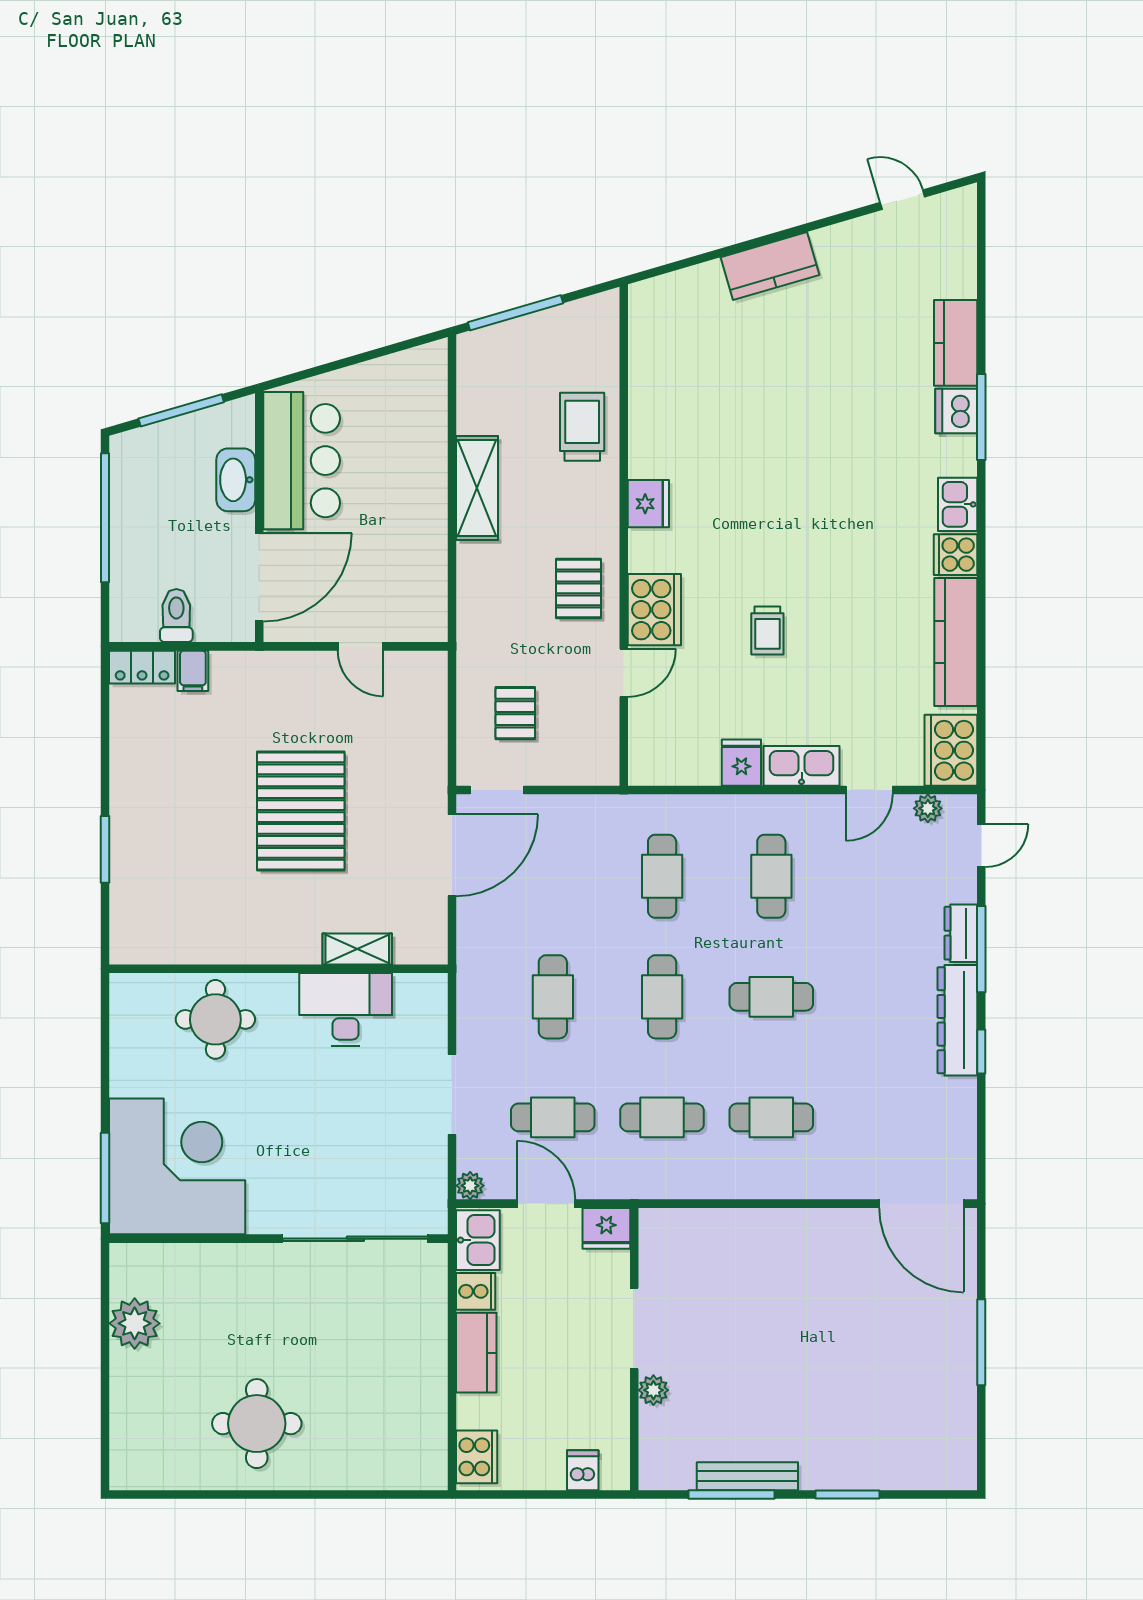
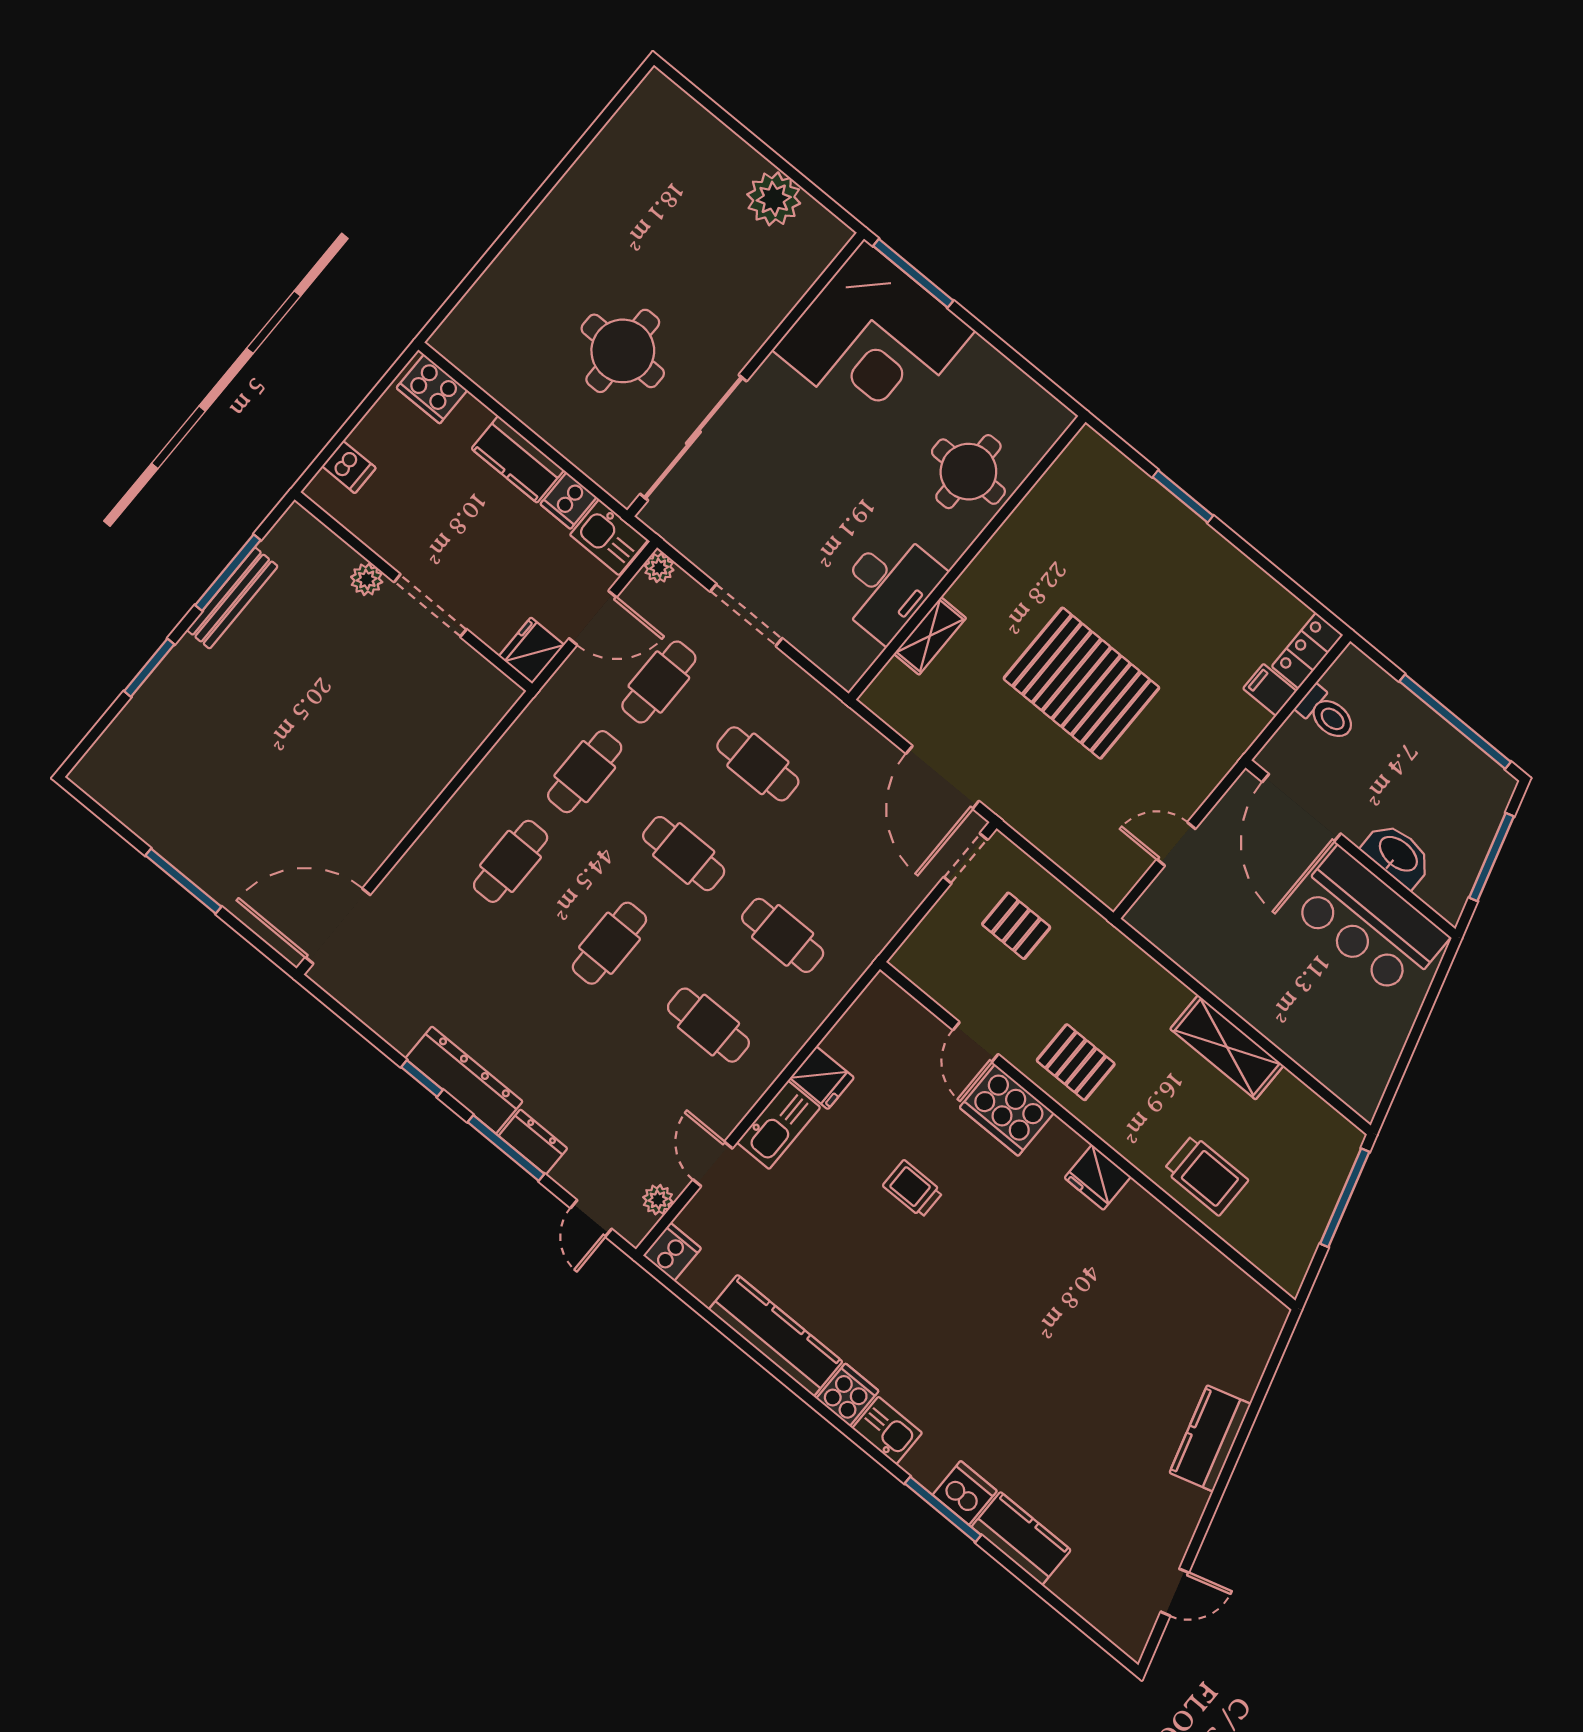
cooker: (951, 750) -> (672, 1252), width x0.53, depth x0.76
round table: (257, 1424) -> (623, 351), moved

